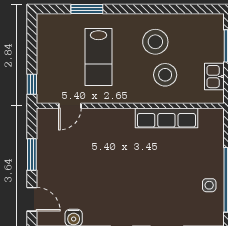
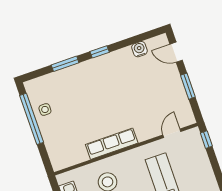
row of seats: (166, 118) -> (112, 144), moved

